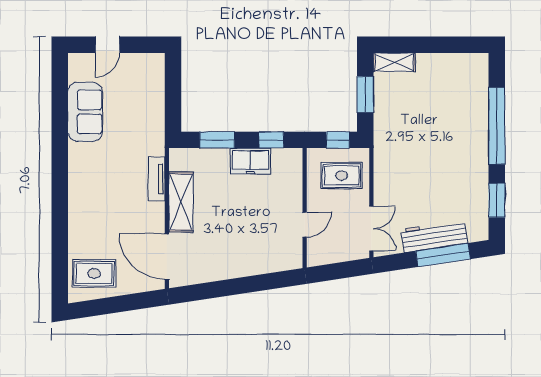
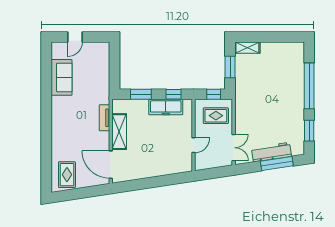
freezer: (250, 161) -> (166, 107), width x1.40
rug: (94, 274) -> (67, 175), turned 90

